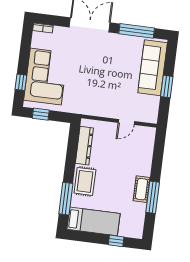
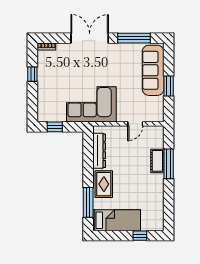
corner sofa: (46, 77) -> (91, 104), moved, turned -90
window: (21, 82) -> (32, 74), moved
cot: (142, 189) -> (157, 161), moved
window: (153, 197) -> (169, 164), moved

